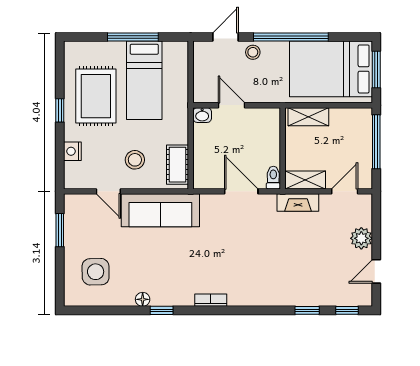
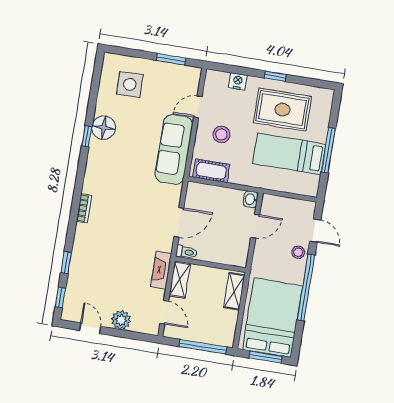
floor lamp: (143, 299) -> (104, 128), width x1.89, depth x1.89
bookcase: (211, 300) -> (84, 208), moved

